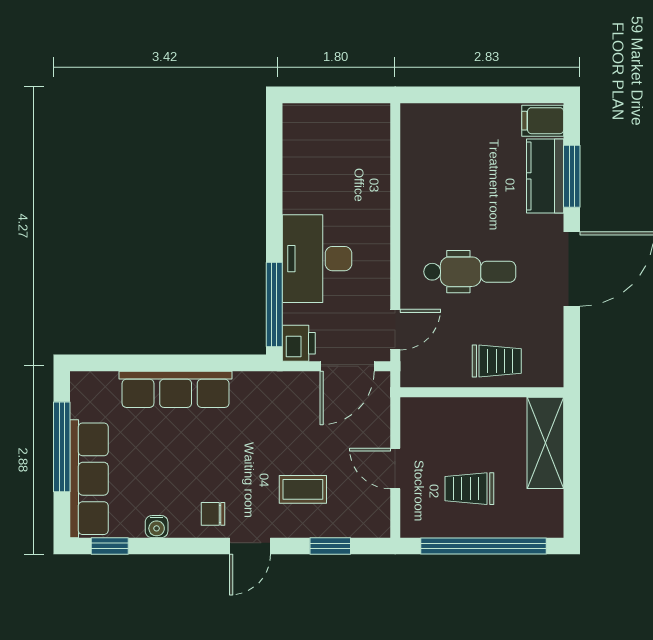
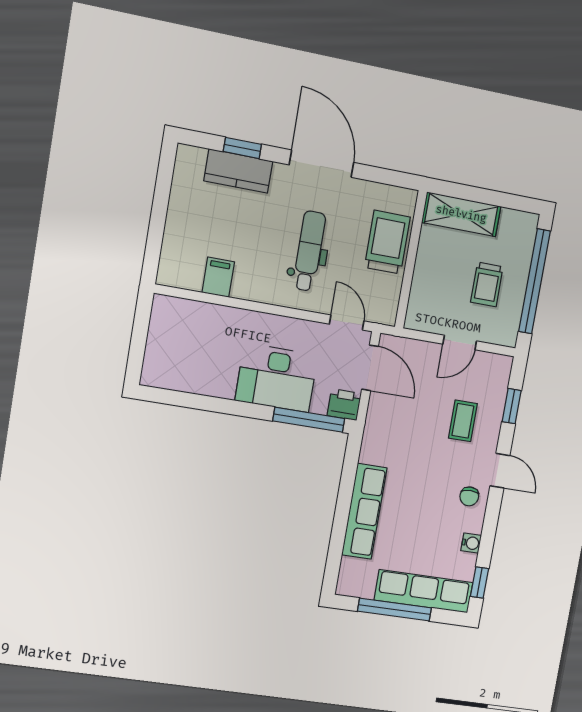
filing cabinet: (543, 121) -> (218, 277), moved, turned 180
window: (572, 176) -> (242, 148), width x0.67
trolley: (497, 361) -> (387, 242), width x1.36, depth x1.39

